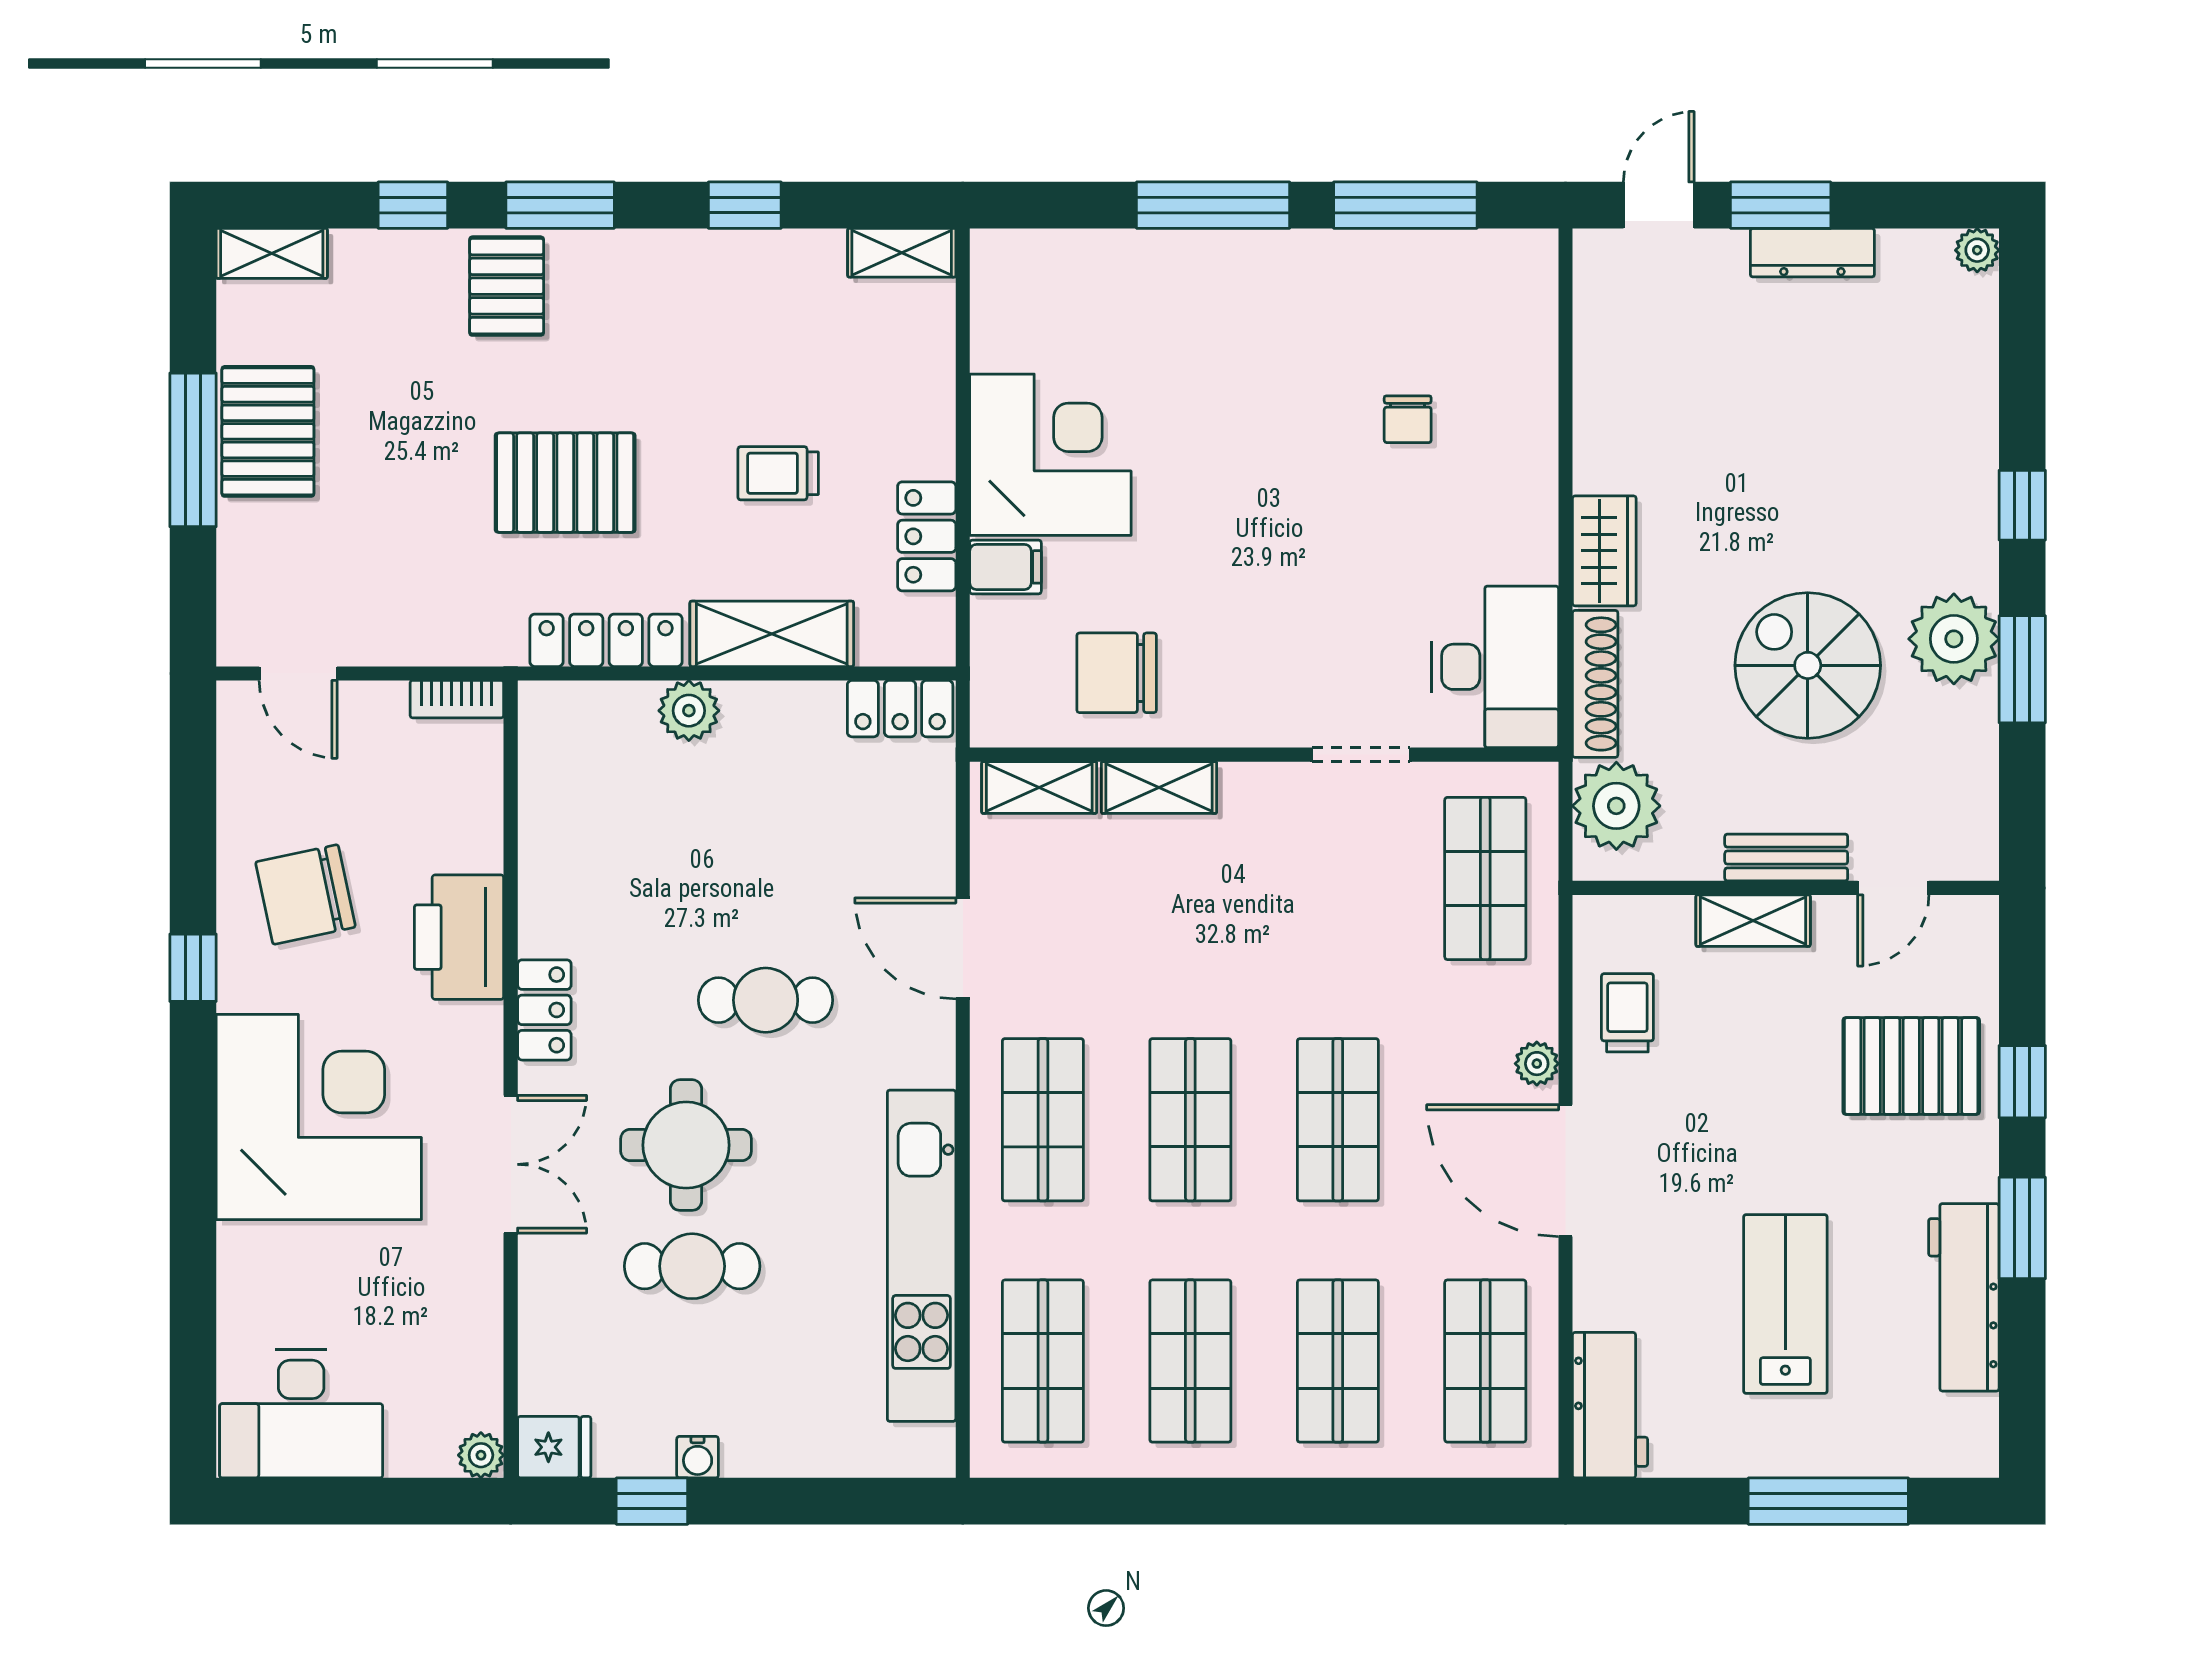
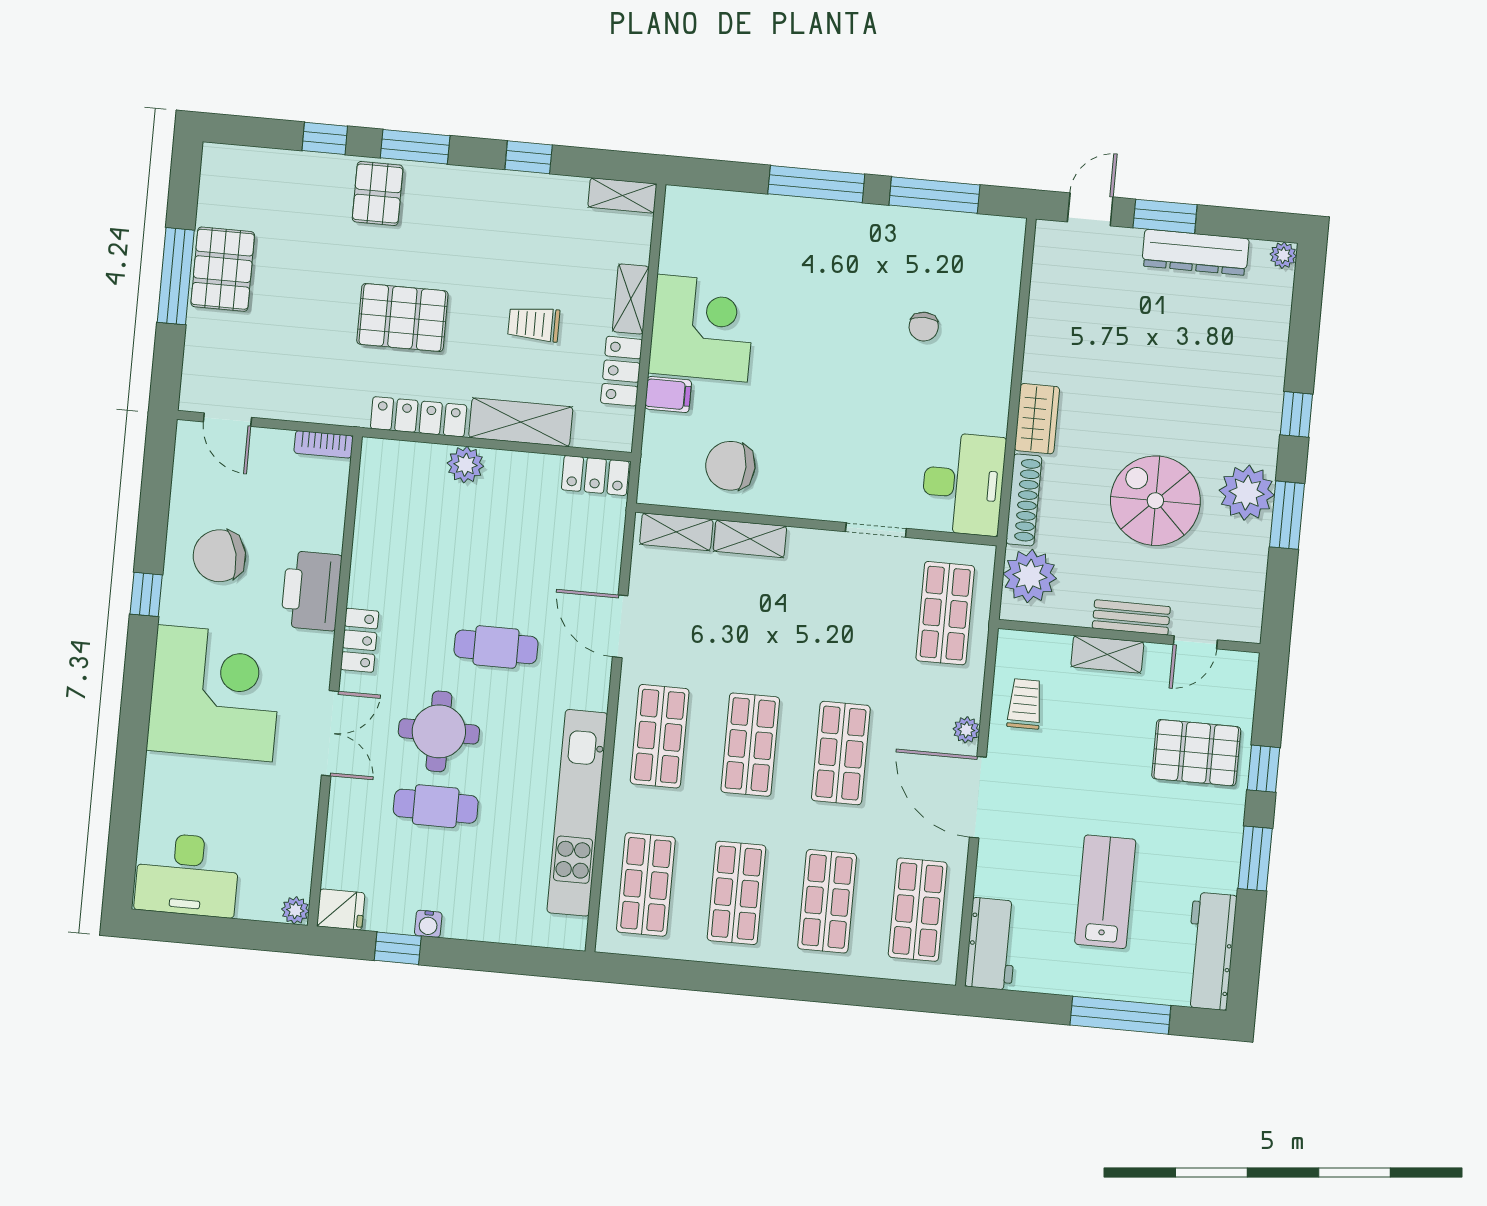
shelving: (272, 253) -> (631, 299), moved, turned 90
dresser: (1812, 253) -> (1195, 252), width x1.37, depth x1.24
workbench: (1964, 1297) -> (1210, 951), moved

